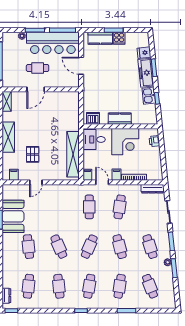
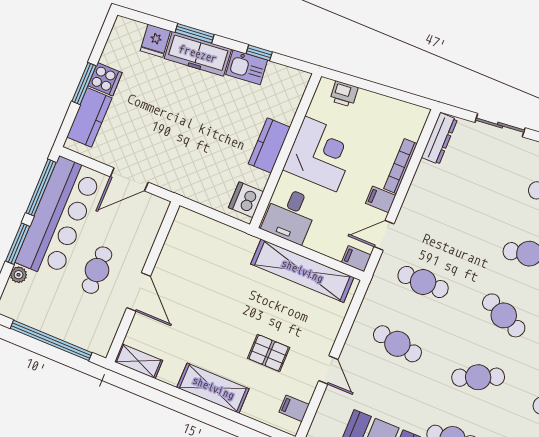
cafe table: (120, 207) -> (397, 344), moved

